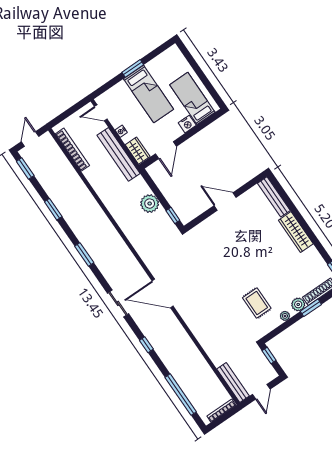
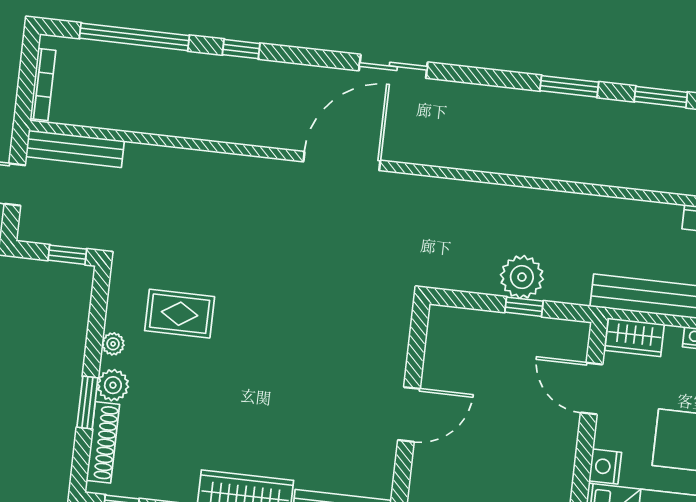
window: (173, 215) -> (524, 307), moved
window: (84, 254) -> (569, 86), moved
window: (146, 345) -> (241, 49), moved

